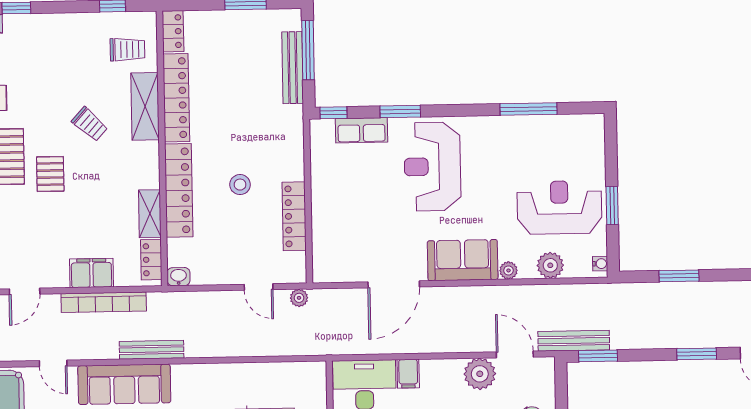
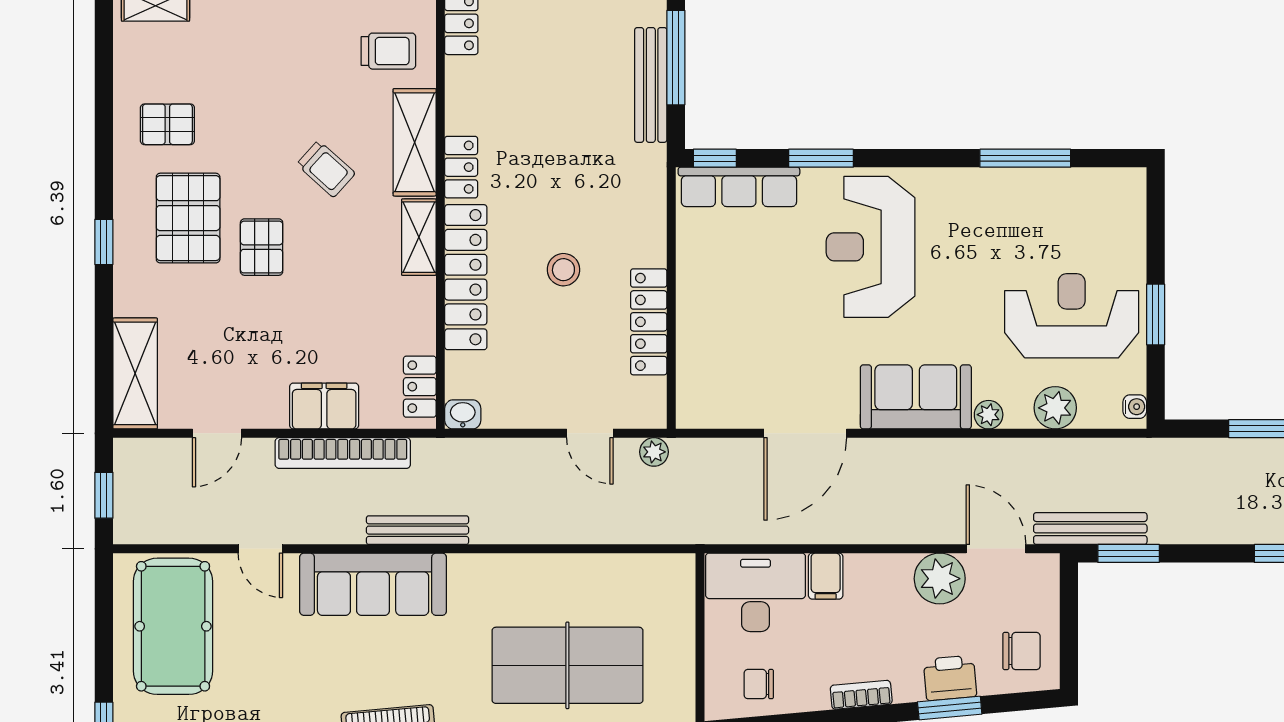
locker: (176, 98) -> (461, 167), width x0.46, depth x0.83
row of seats: (361, 130) -> (739, 187), width x1.48
shelving: (150, 214) -> (419, 237), moved

